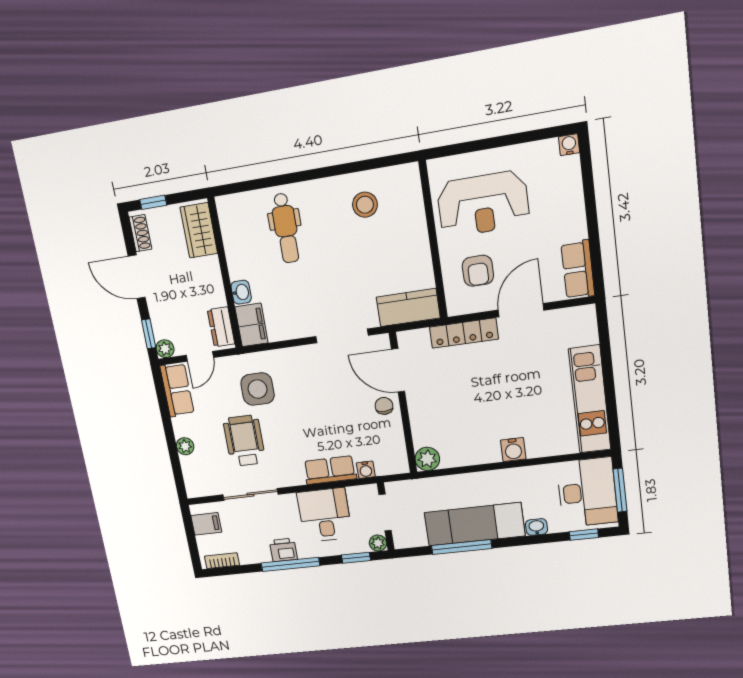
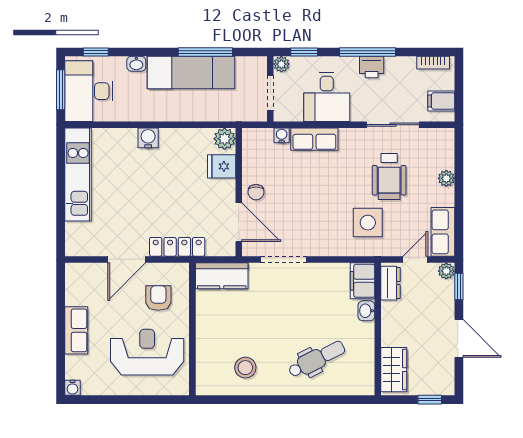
dental chair: (286, 228) -> (317, 359), turned 63
shoe rack: (140, 233) -> (447, 375), removed
row of seats: (578, 270) -> (76, 330), moved
fridge: (426, 429) -> (222, 166), added

